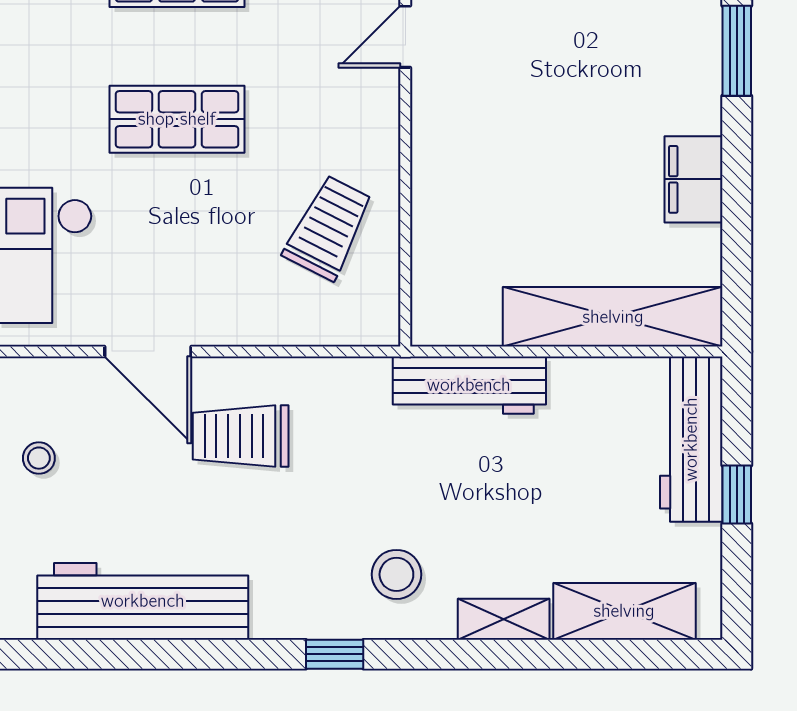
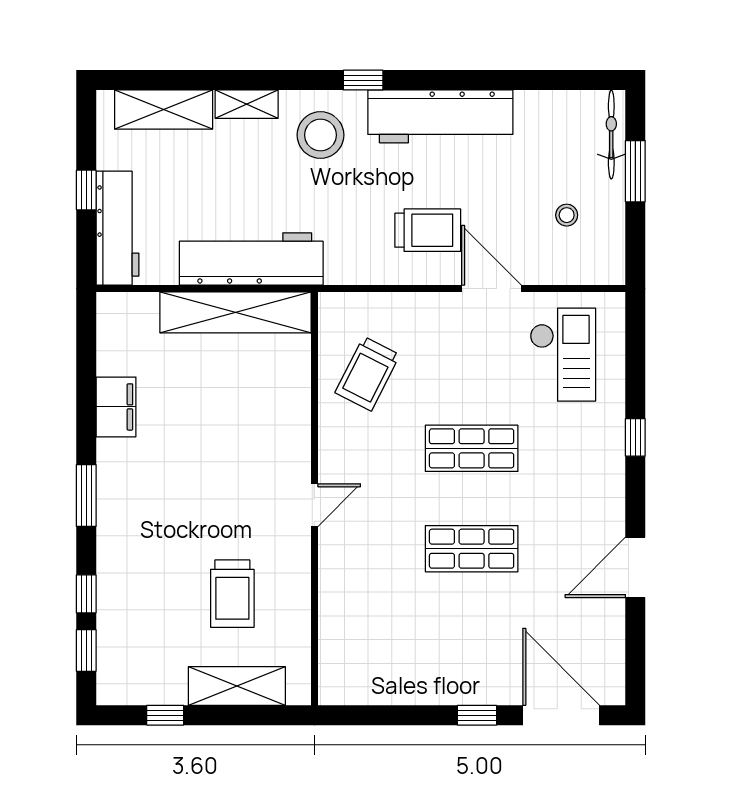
shelving: (613, 317) -> (236, 312), moved
workbench: (469, 385) -> (251, 259), width x1.36, depth x1.32
stool: (396, 574) -> (320, 135), width x1.38, depth x1.38
workbench: (143, 601) -> (440, 116), moved

